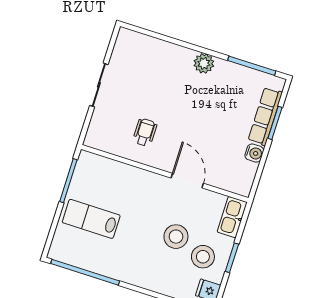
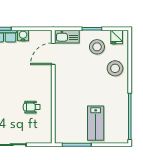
door: (187, 181) -> (53, 54), moved
stool: (176, 237) -> (115, 68), moved

